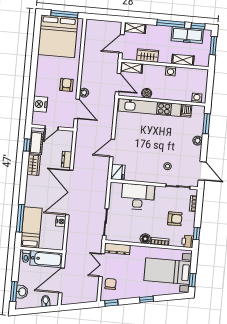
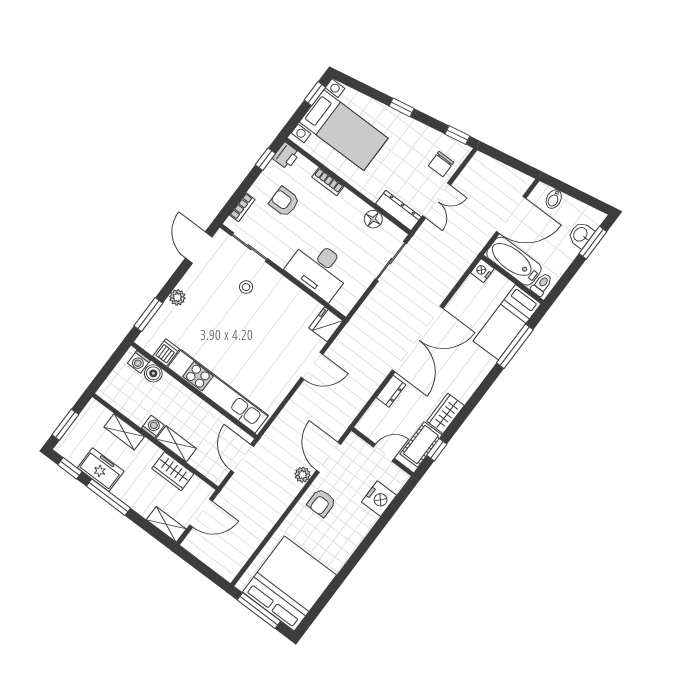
freezer: (187, 35) -> (101, 470), width x0.71
shelving: (131, 68) -> (176, 444), moved
boiler: (147, 93) -> (153, 373), moved
nightstand: (61, 221) -> (482, 271), moved
floor lamp: (145, 239) -> (373, 219), moved

